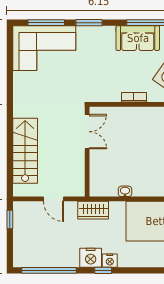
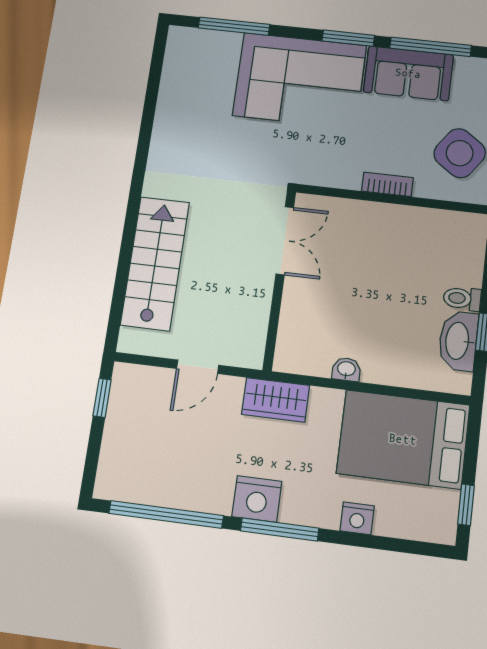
window: (89, 23) -> (348, 38), moved
corner sofa: (44, 48) -> (300, 80), moved
door: (54, 199) -> (198, 367), hinge flipped
nightstand: (110, 261) -> (357, 518), moved
window: (103, 270) -> (280, 529), width x2.17

